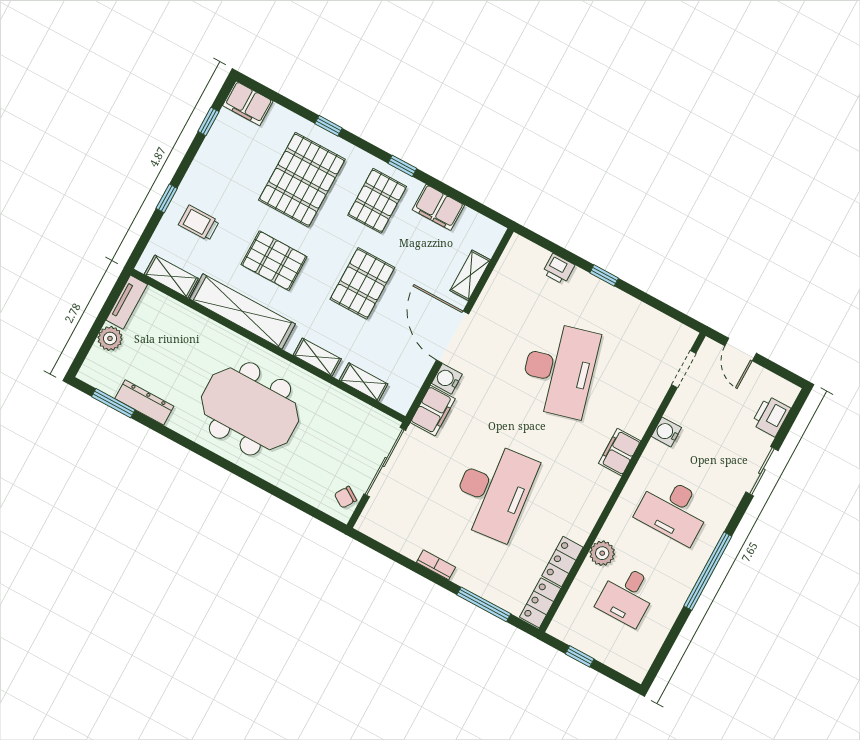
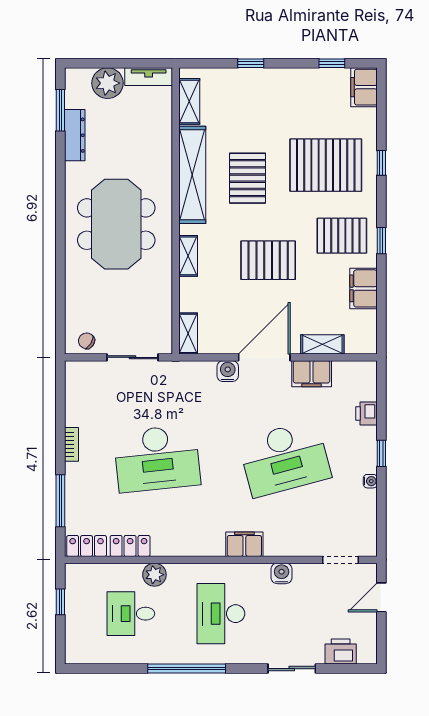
trolley: (199, 223) -> (245, 100), removed
water cooler: (625, 300) -> (370, 481), added
plant: (110, 338) -> (108, 83), width x1.36, depth x1.36
shelving: (364, 382) -> (188, 333), moved
filing cabinet: (433, 411) -> (312, 374), moved
sliding door: (385, 462) -> (132, 357), width x0.73

